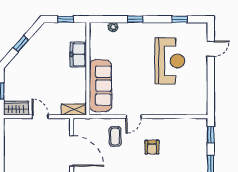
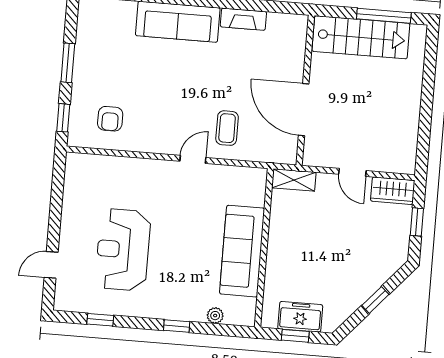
freezer: (78, 54) -> (300, 317), moved, turned -90
sofa: (101, 86) -> (242, 251), moved
armchair: (152, 147) -> (110, 119), moved, turned 180

